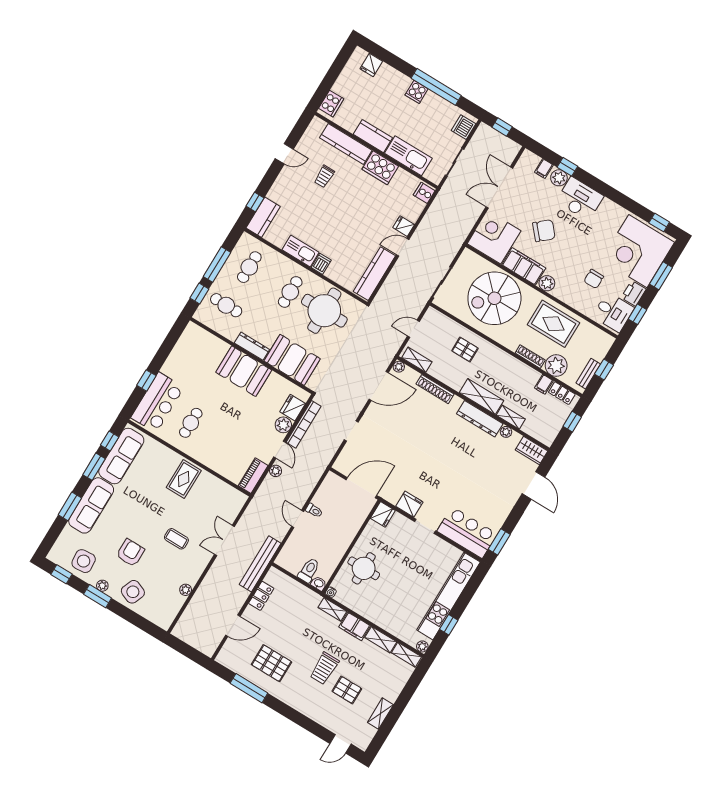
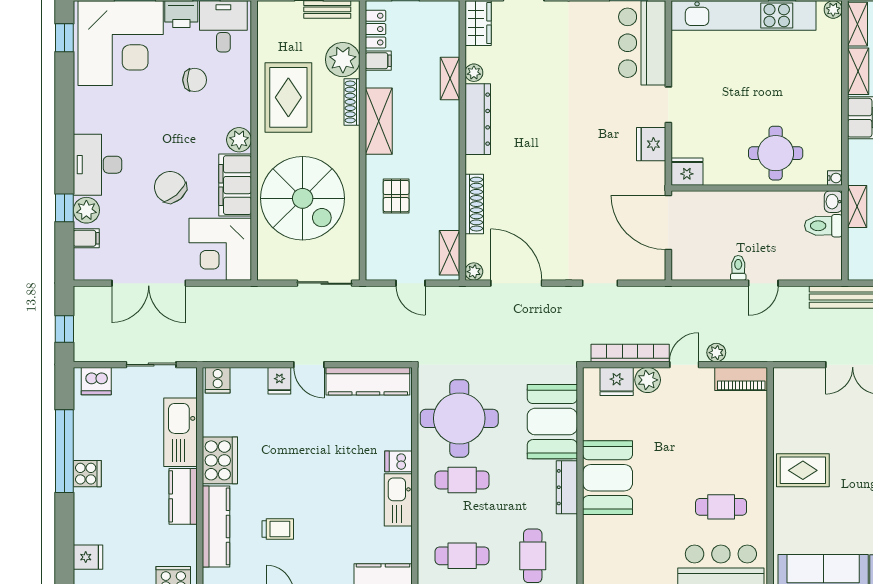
shelving: (481, 397) -> (379, 121), moved
shelving: (332, 609) -> (857, 207), moved

